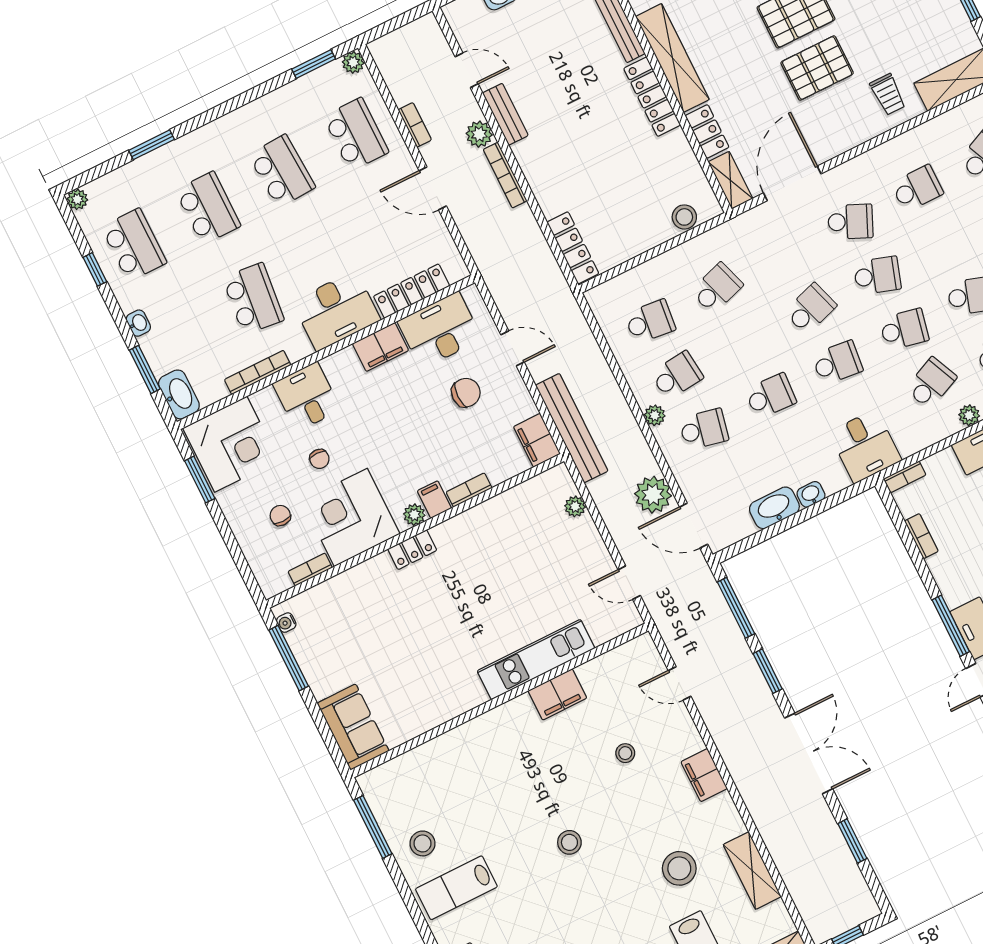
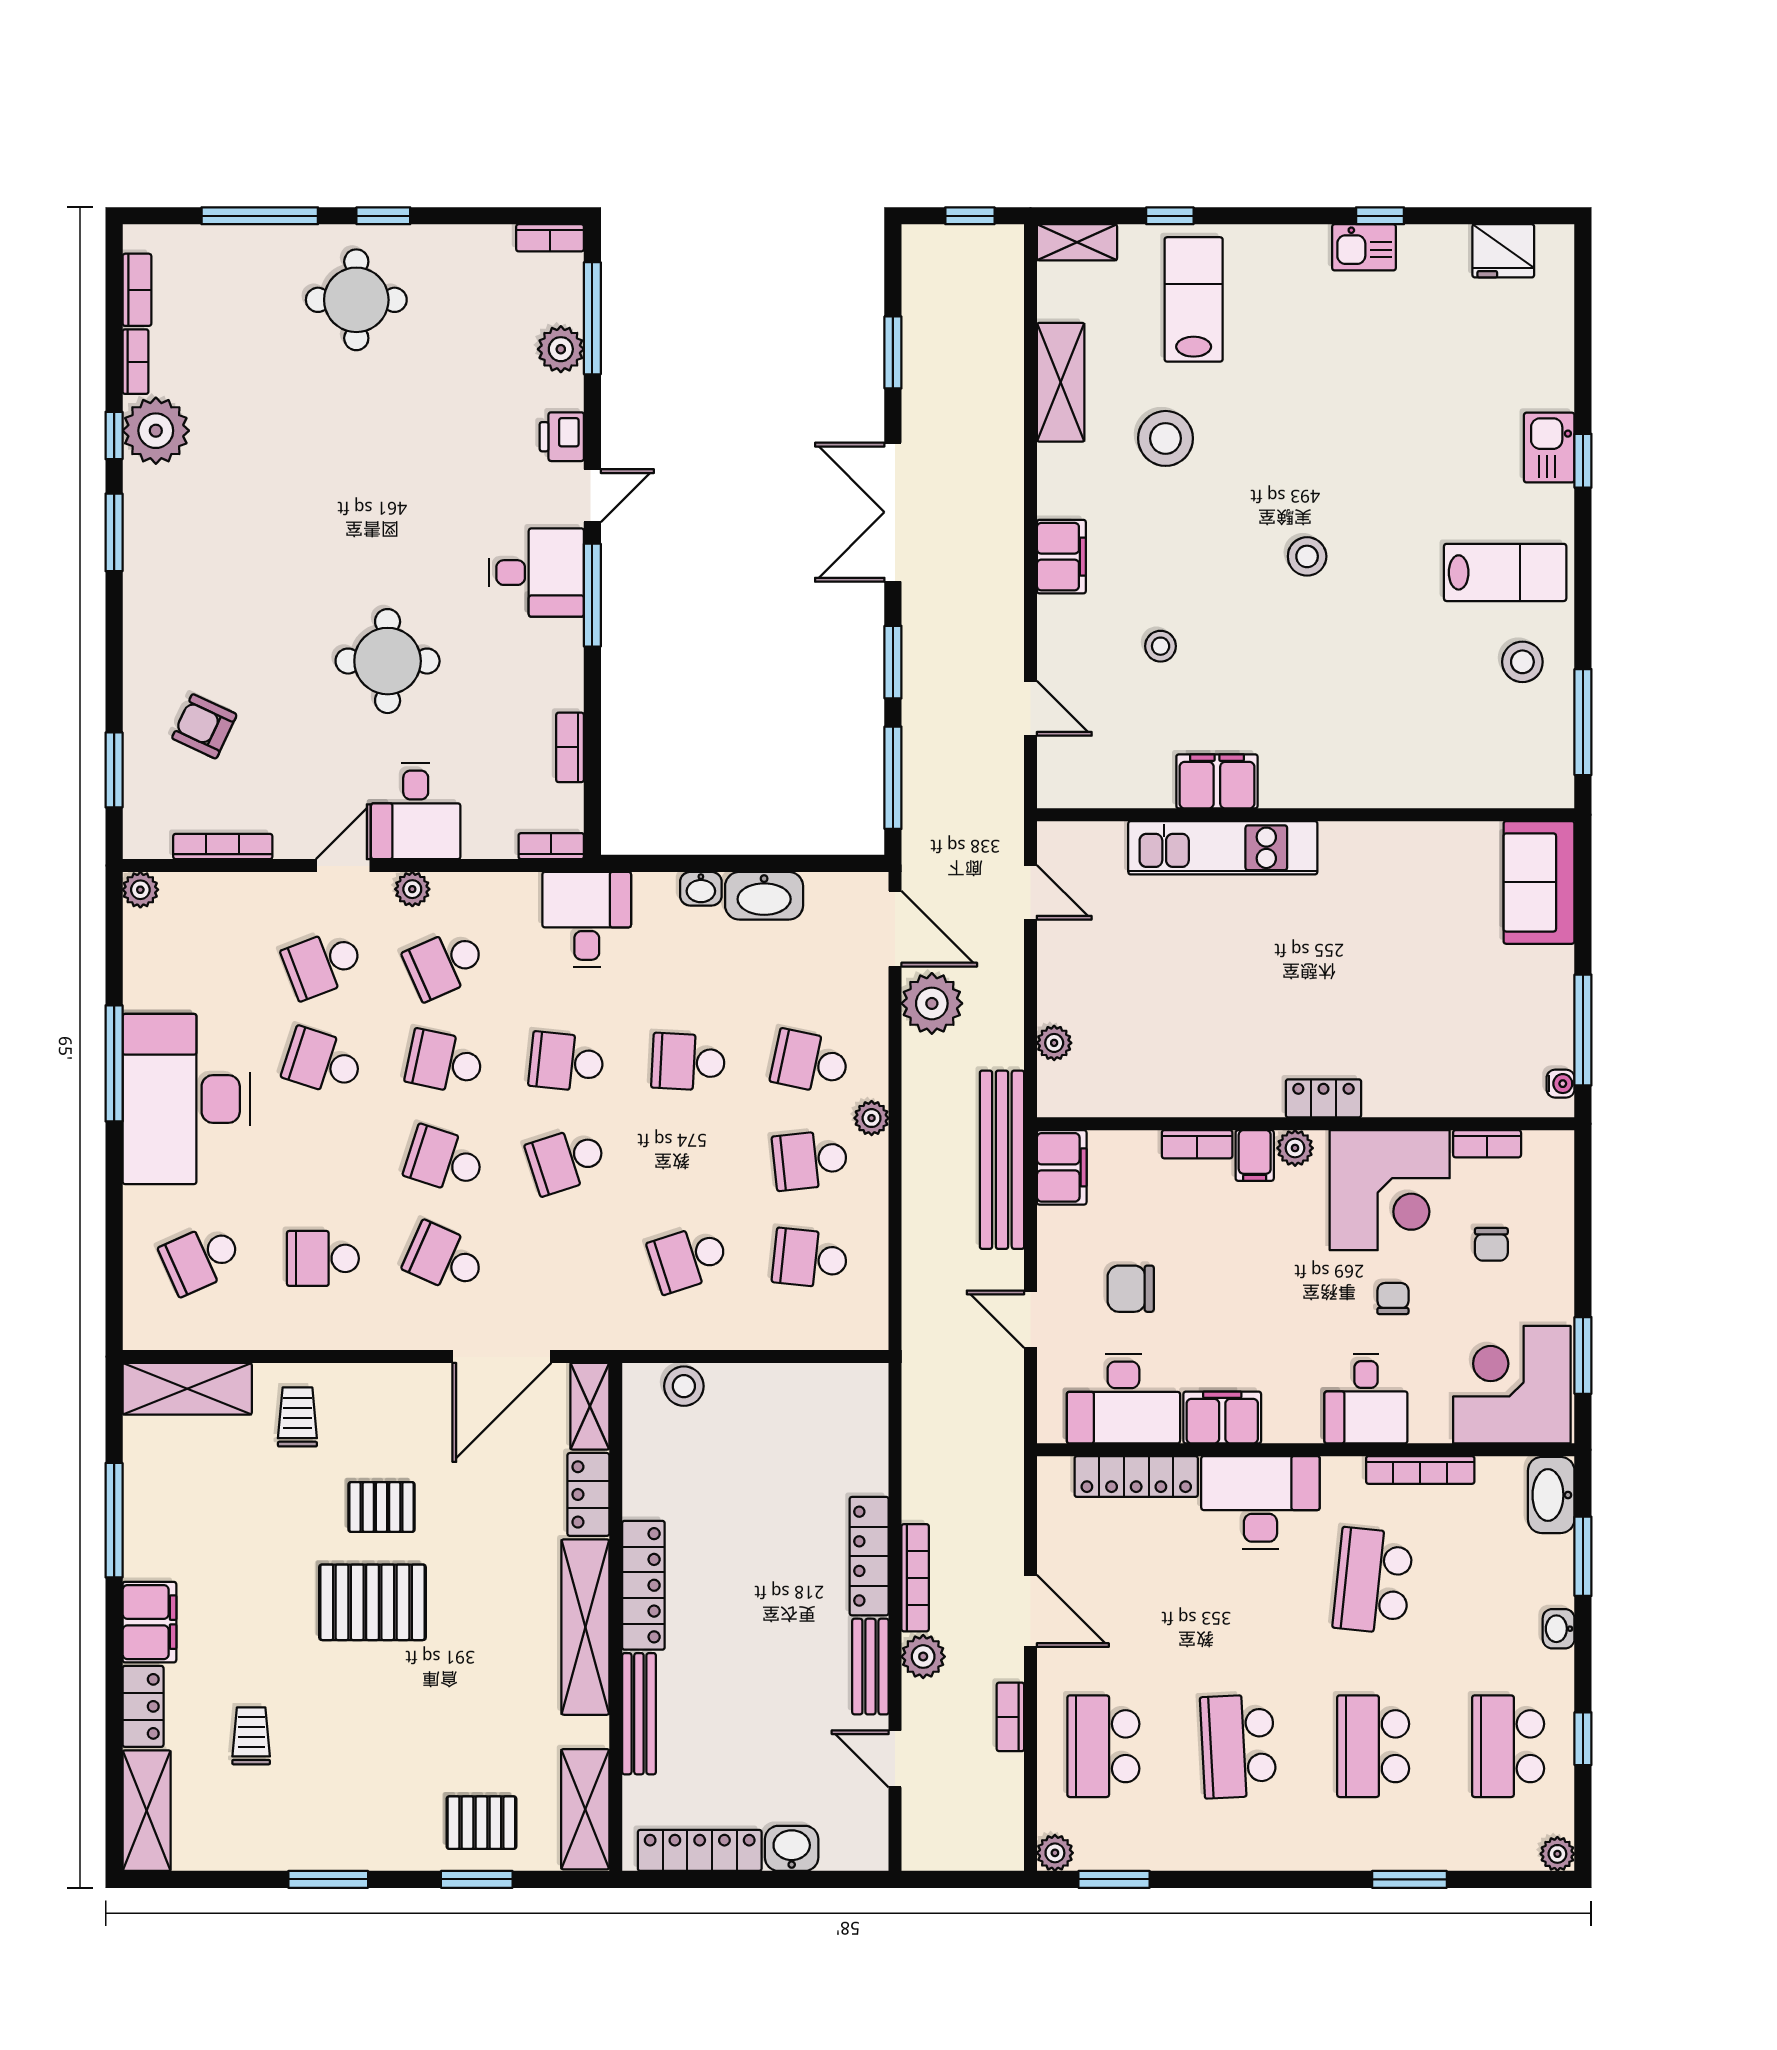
pallet: (817, 68) -> (382, 1507), width x0.67, depth x0.71
locker: (573, 248) -> (869, 1556), moved

